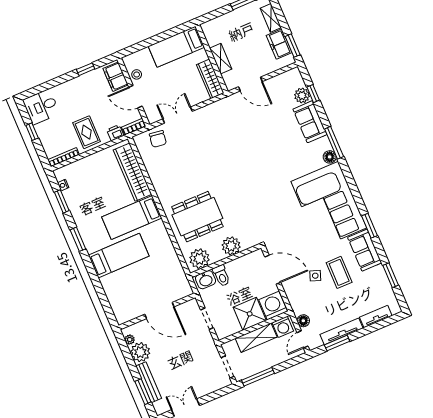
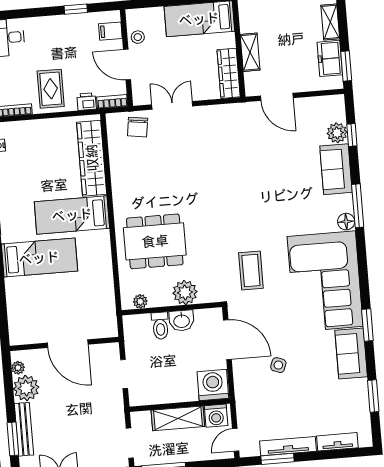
filing cabinet: (116, 77) -> (110, 31), width x0.50
plant: (199, 259) -> (140, 301), width x0.53, depth x0.53
coffee table: (339, 272) -> (251, 271), moved
washbasin: (206, 280) -> (182, 321), moved
shower: (250, 314) -> (180, 386), removed
floor lamp: (303, 321) -> (244, 417), removed

